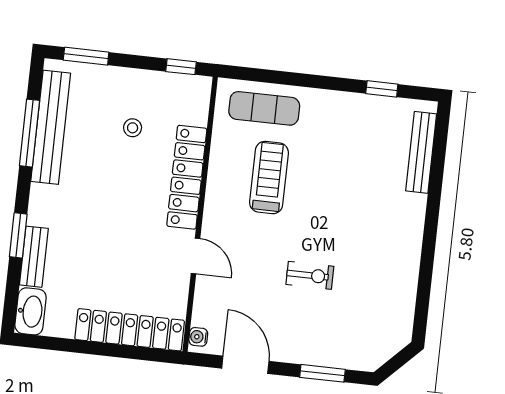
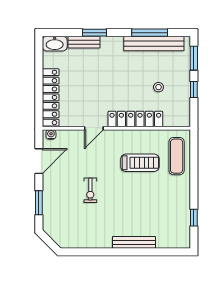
window: (181, 67) -> (194, 89), moved
bench: (421, 152) -> (134, 242), moved

